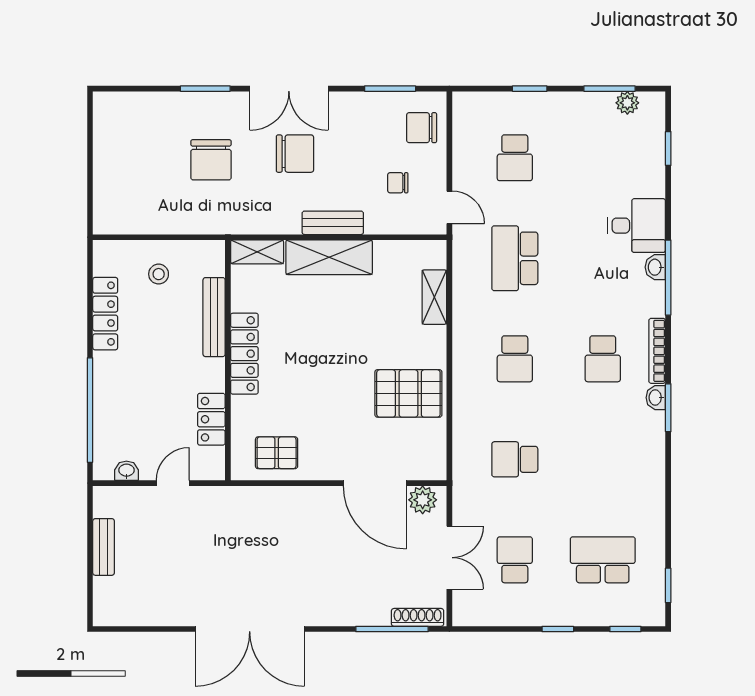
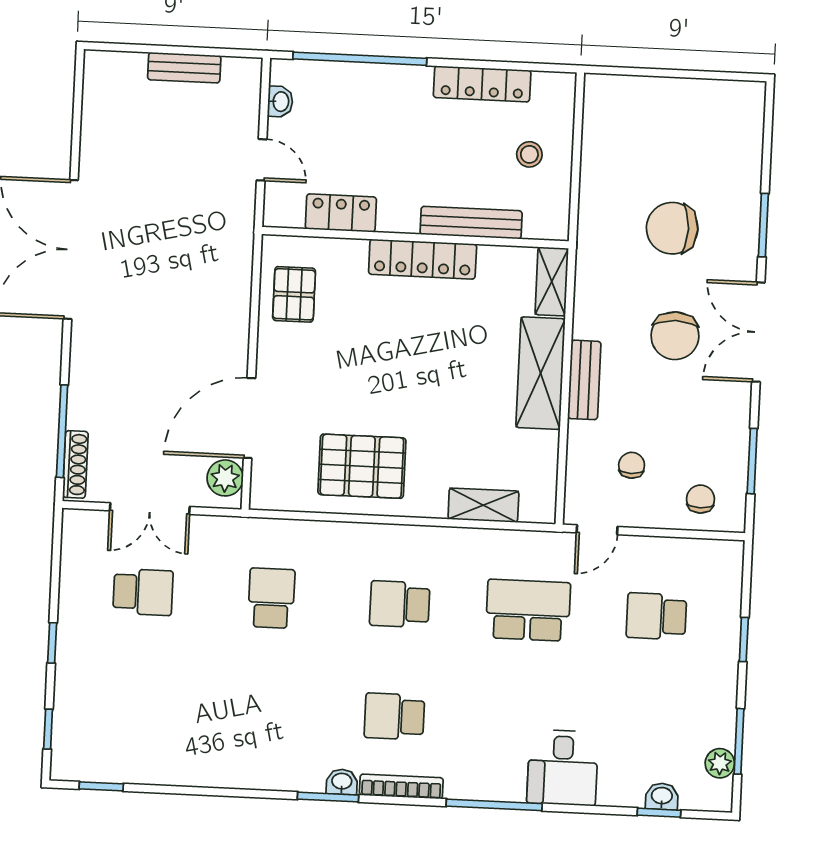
chair: (422, 128) -> (700, 499), width x0.73, depth x0.73
washbasin: (655, 267) -> (662, 796), moved
pallet: (408, 393) -> (362, 466), turned 90
school desk: (603, 560) -> (138, 704), removed

